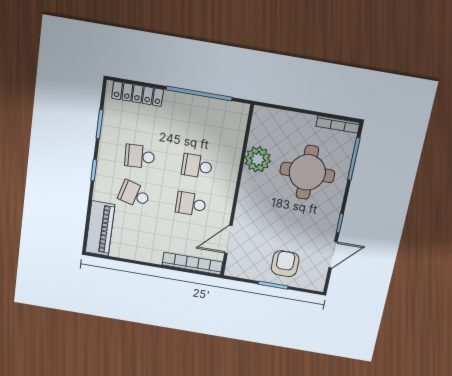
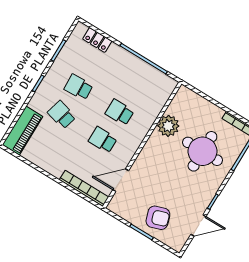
locker: (138, 94) -> (97, 40), width x0.66
armchair: (285, 264) -> (158, 218), turned 72

